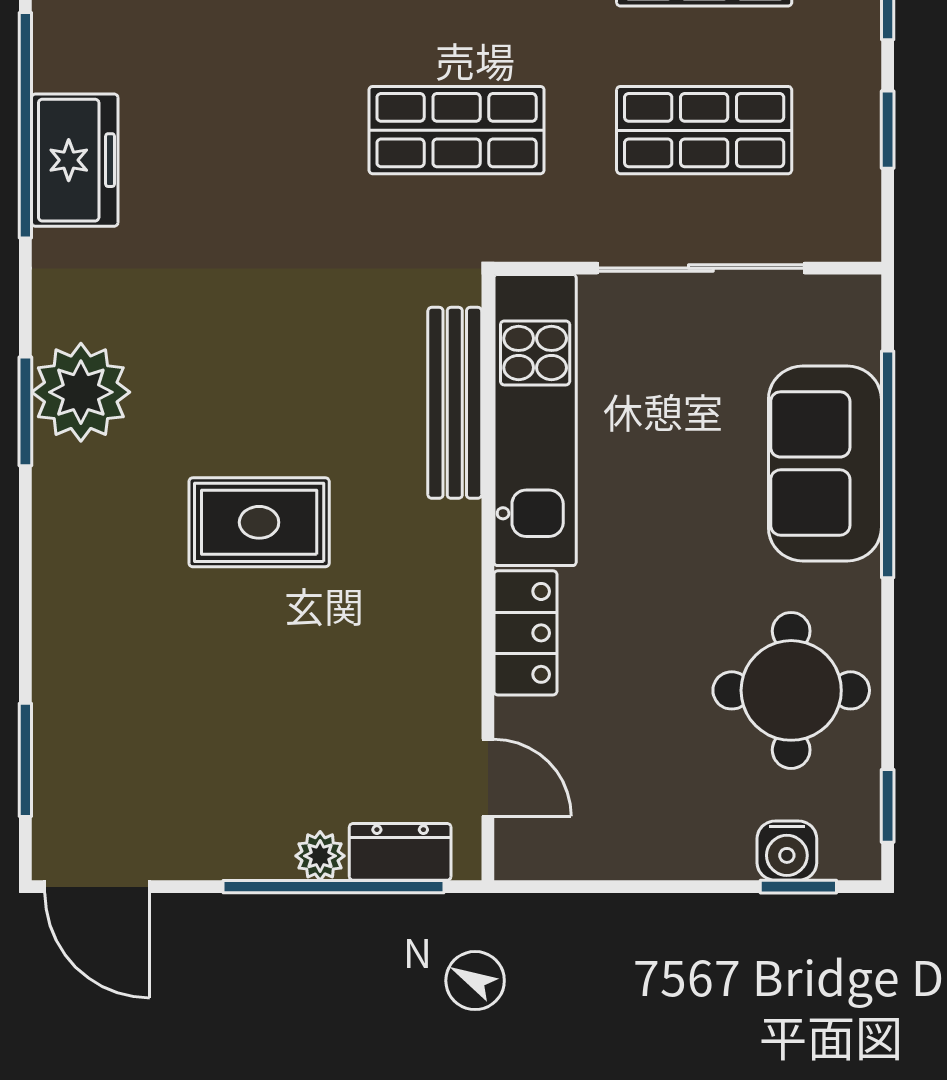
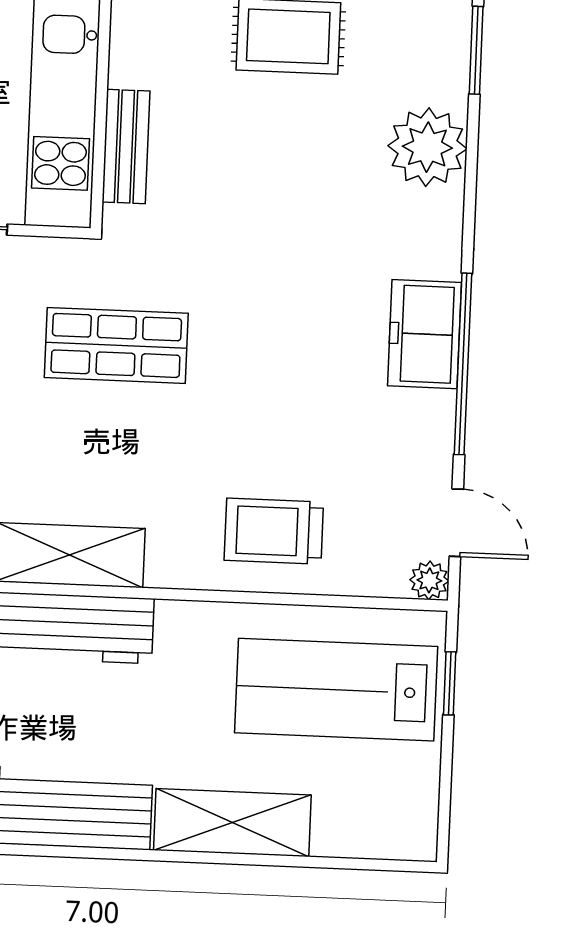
bench: (455, 403) -> (126, 146), width x0.73
window: (25, 411) -> (476, 50), moved

